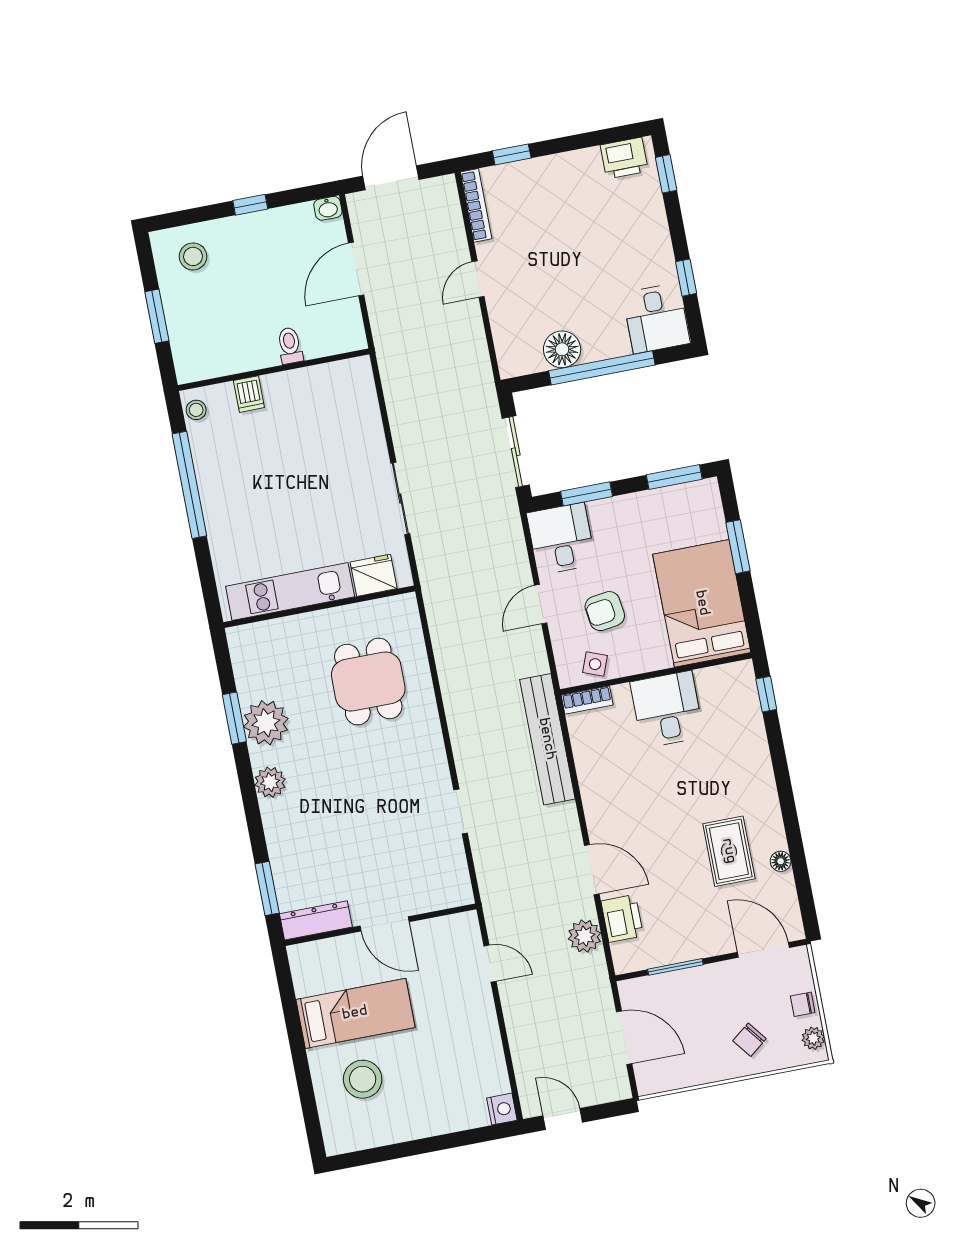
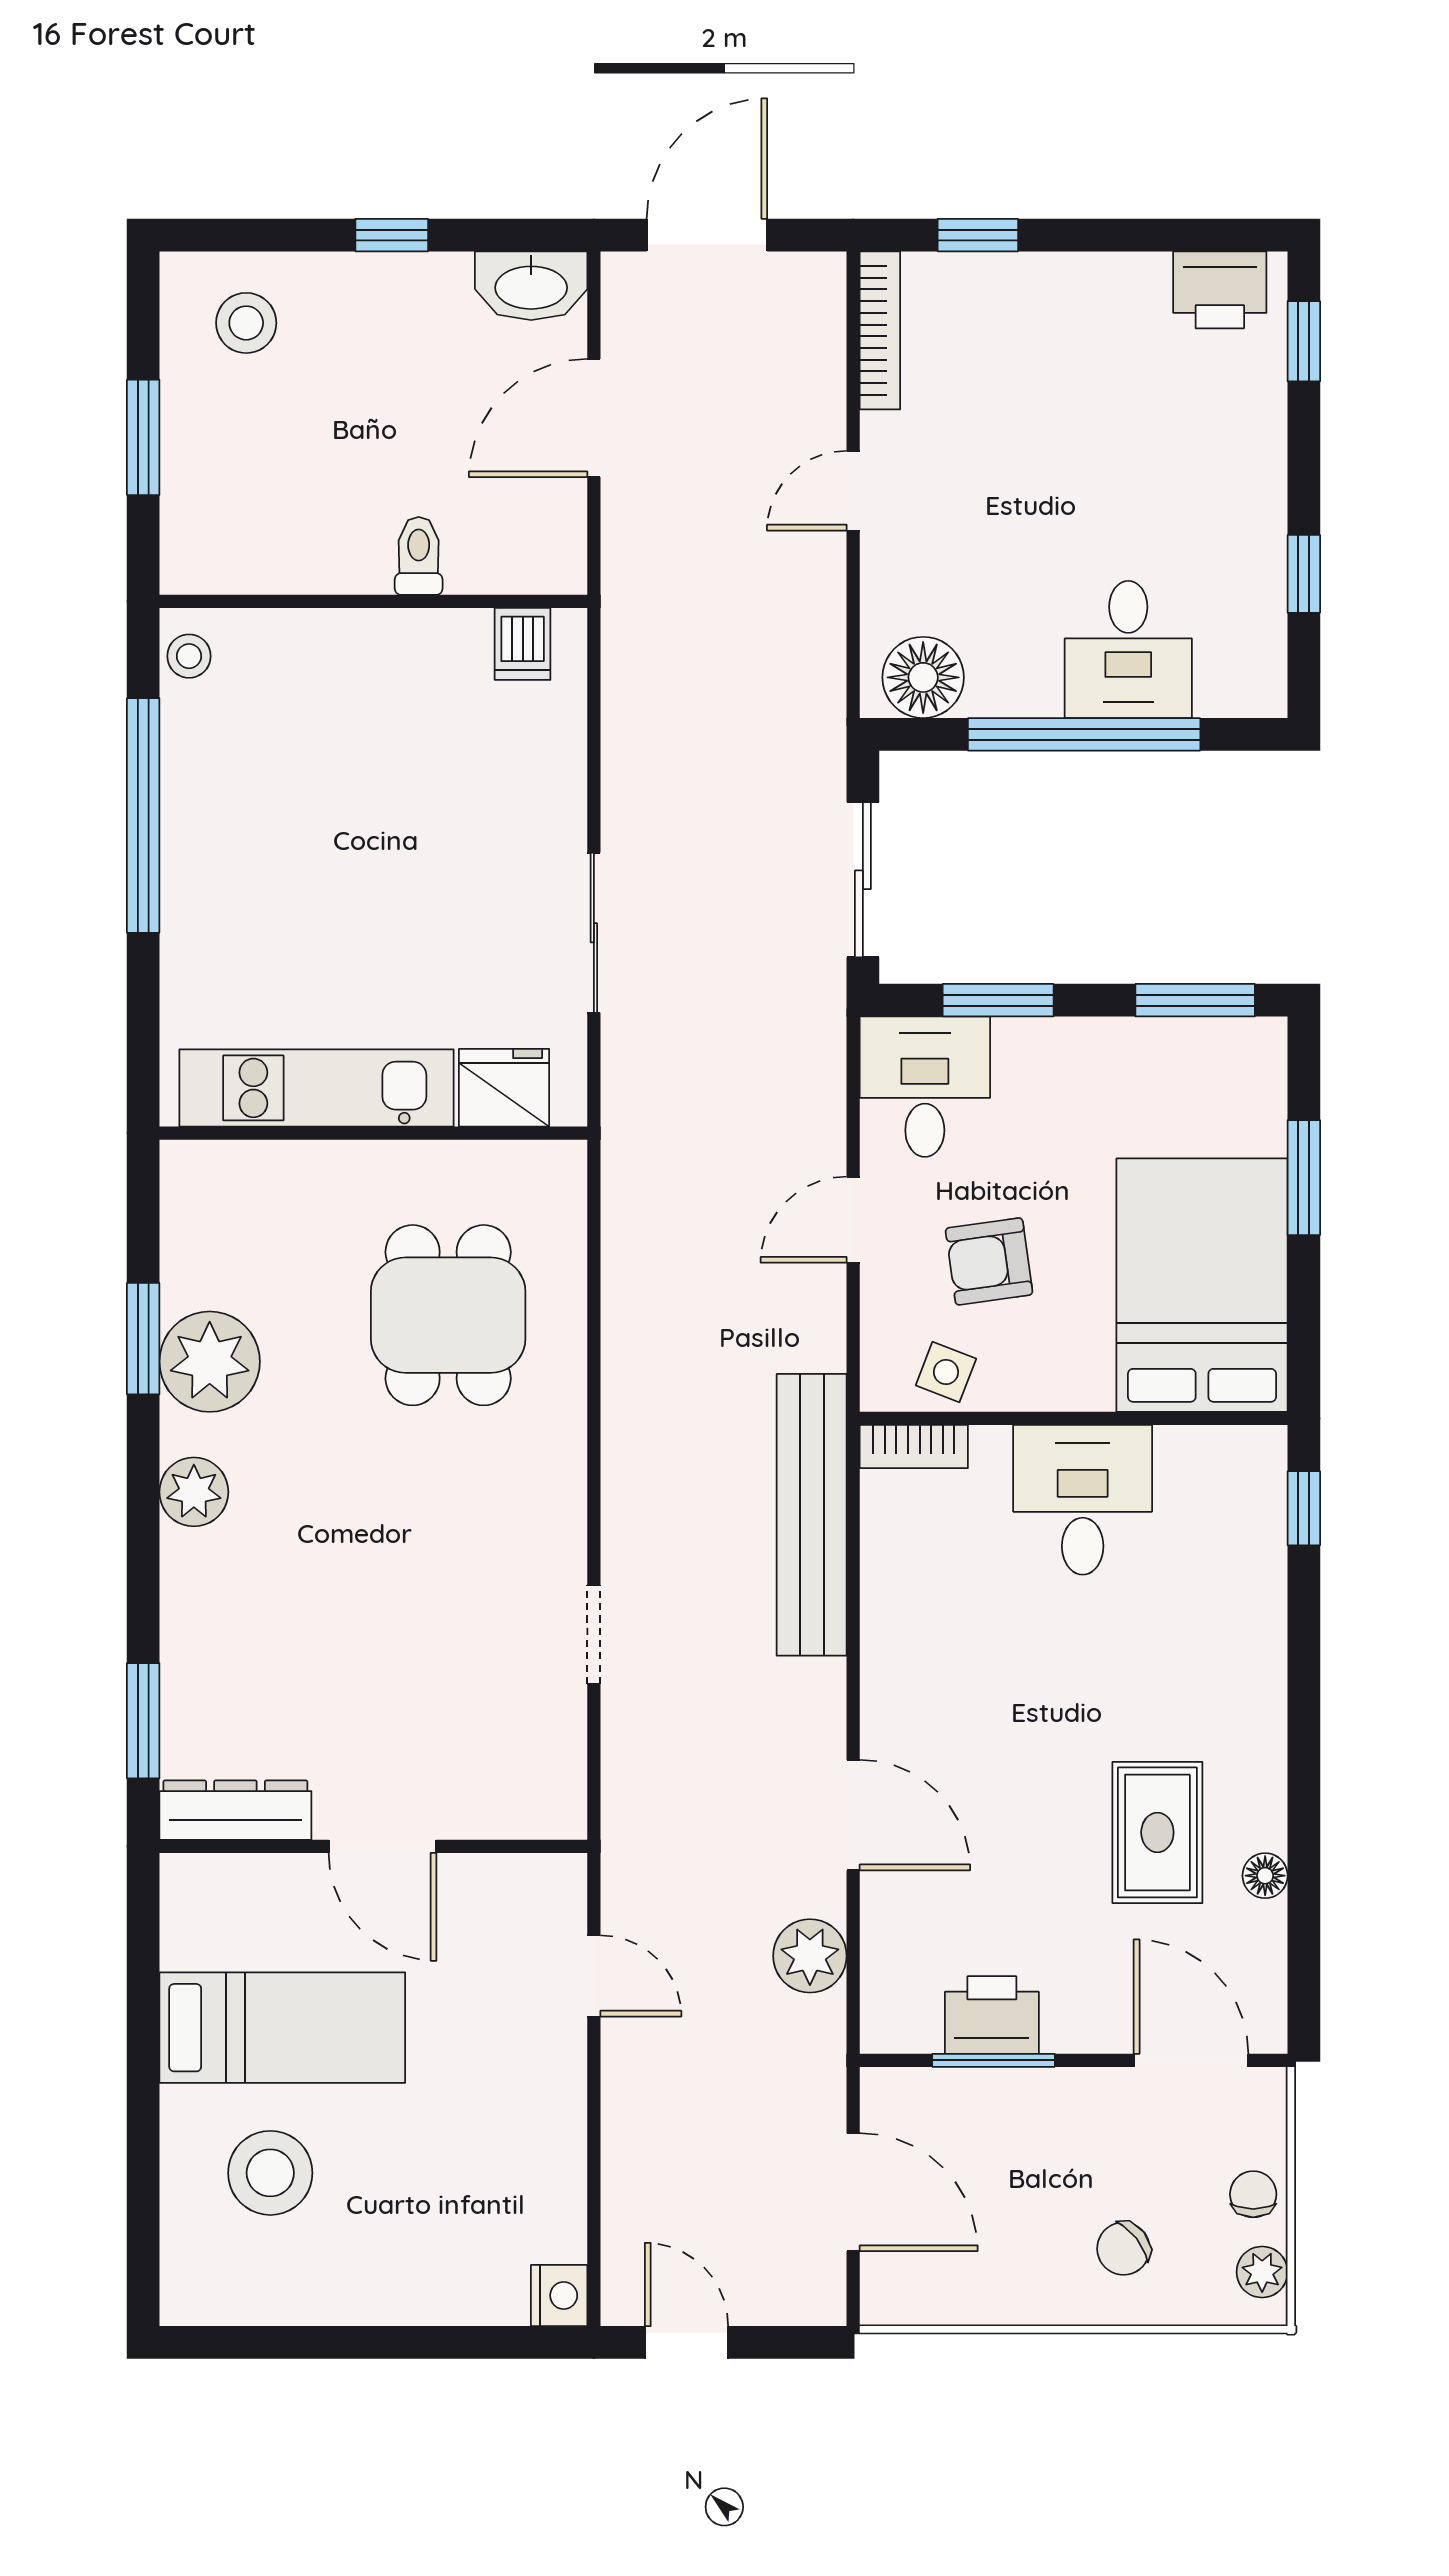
washbasin: (328, 208) -> (531, 286), width x1.91, depth x1.45
desk: (656, 318) -> (1128, 649), moved
floor lamp: (562, 349) -> (923, 677), moved
dishwasher: (249, 394) -> (523, 644), moved
printer: (622, 918) -> (992, 2015), moved, turned -90
chair: (803, 1004) -> (1253, 2194), turned 90

